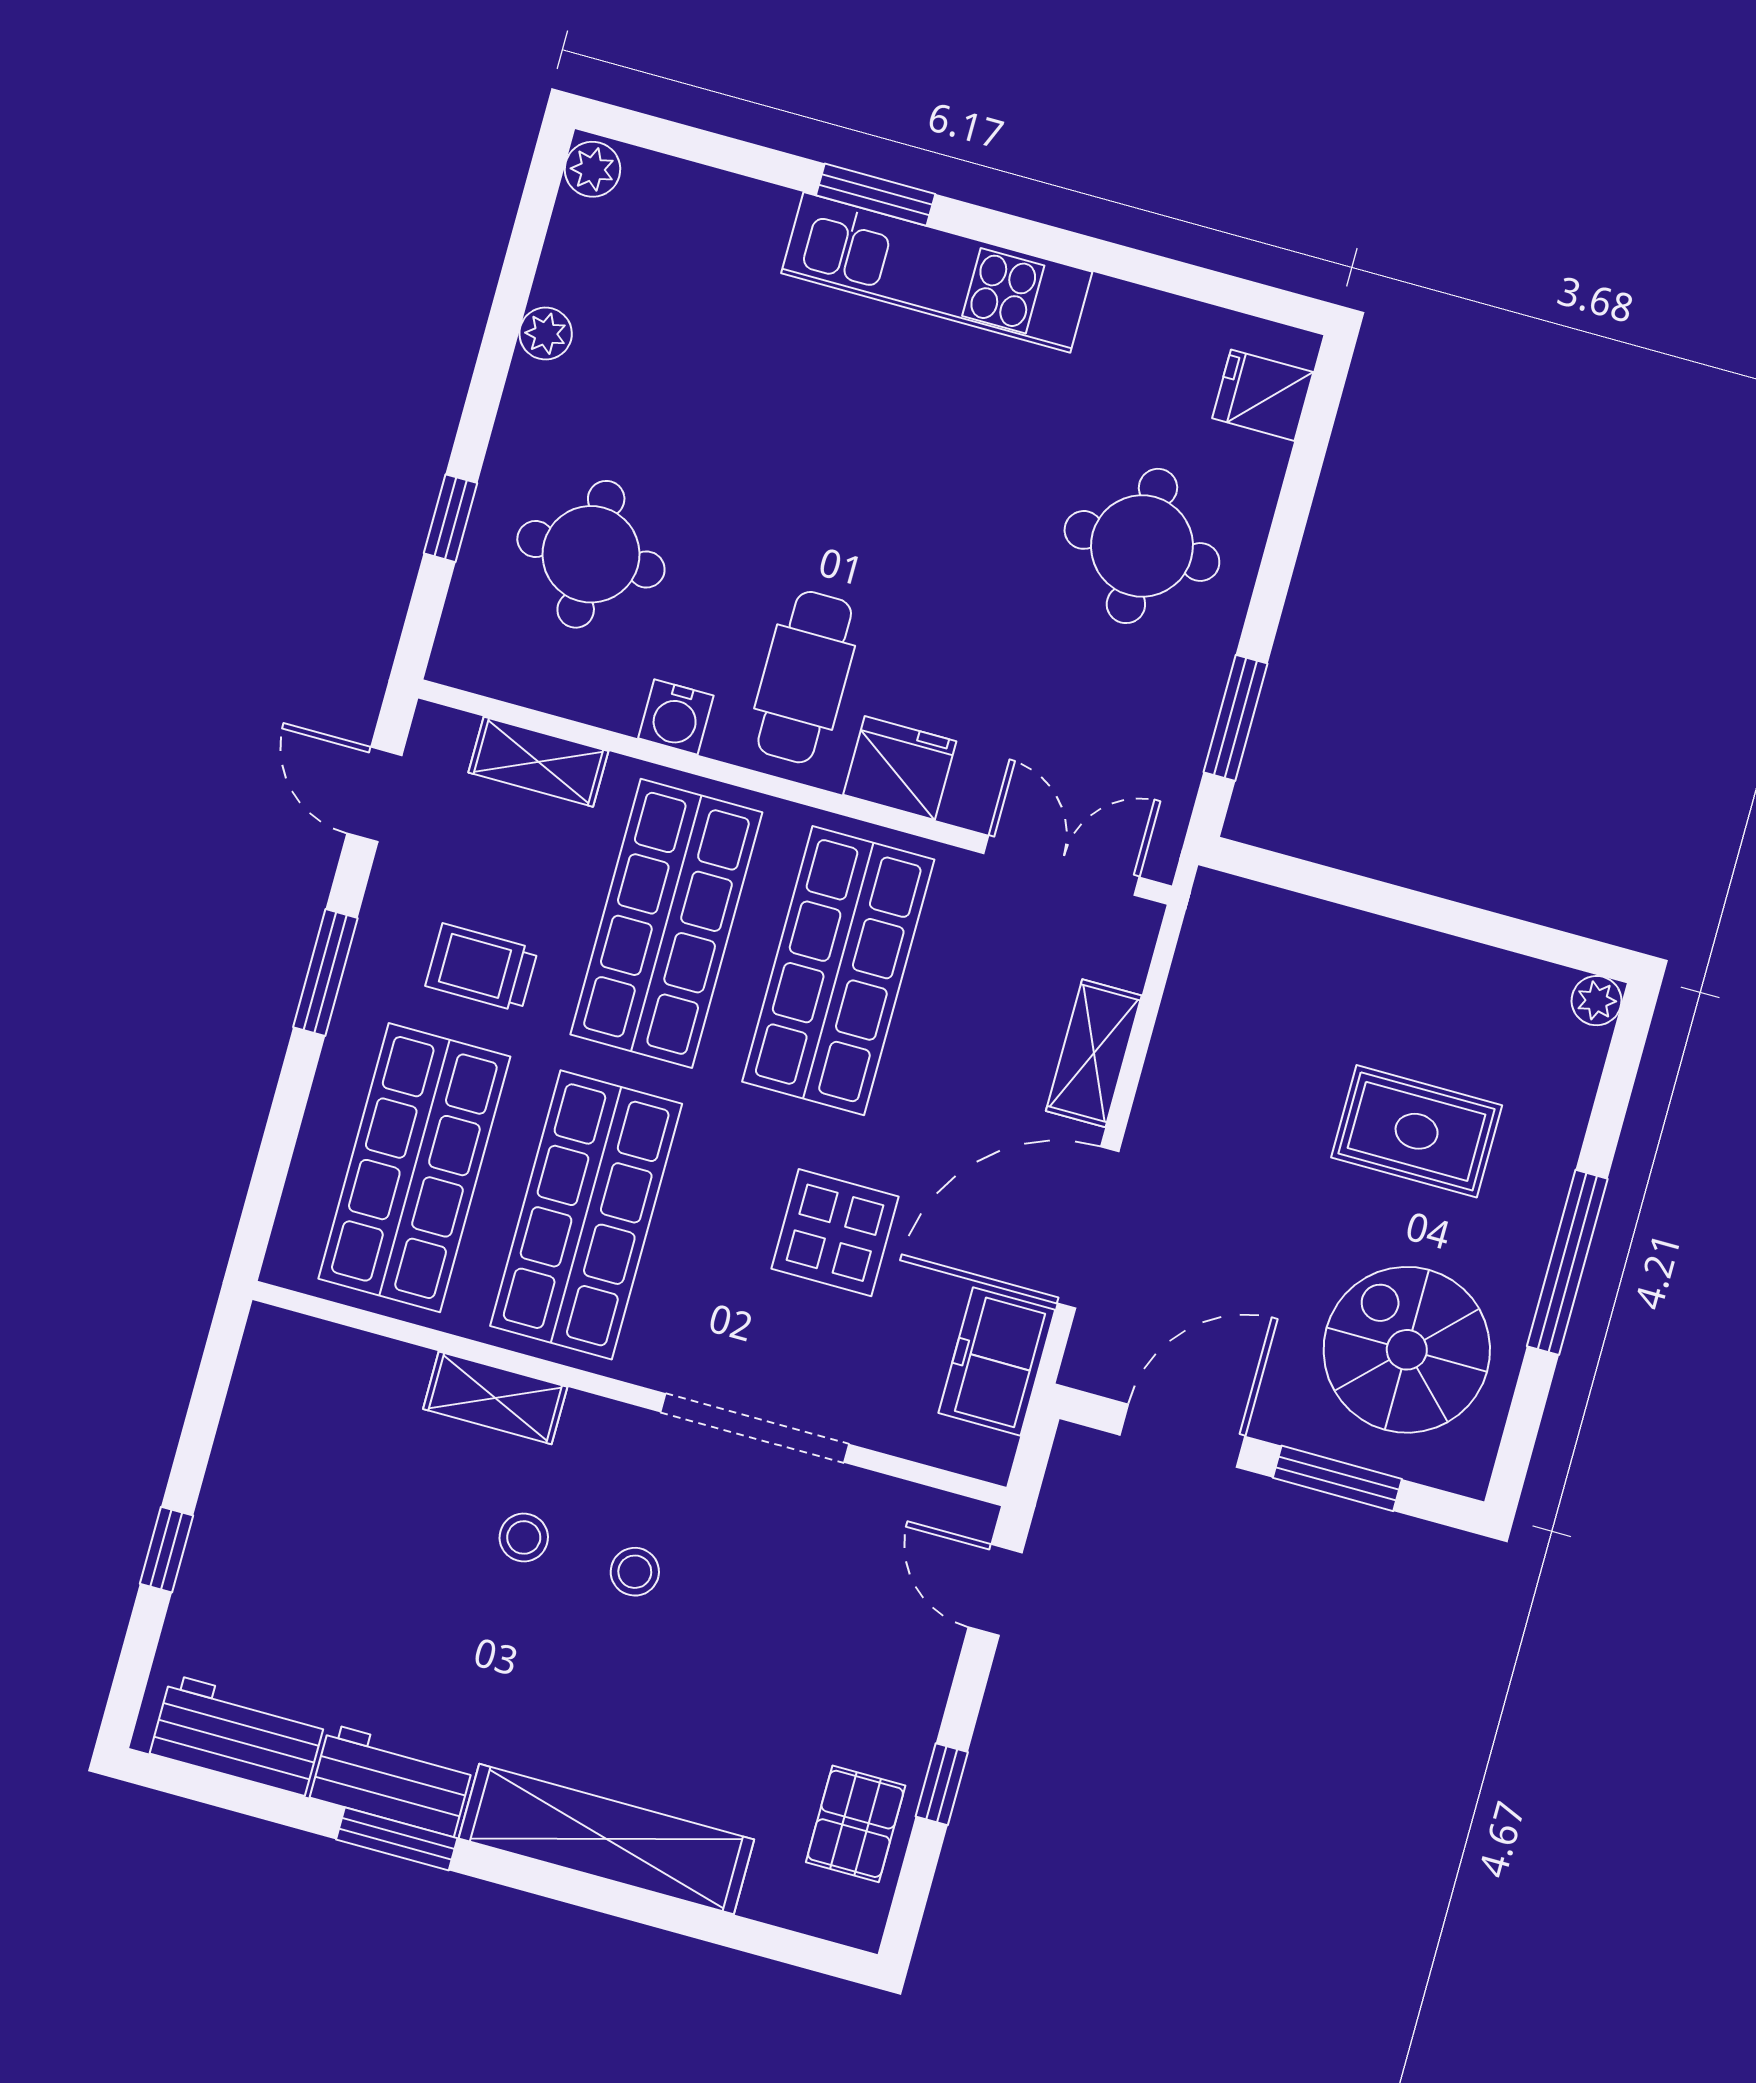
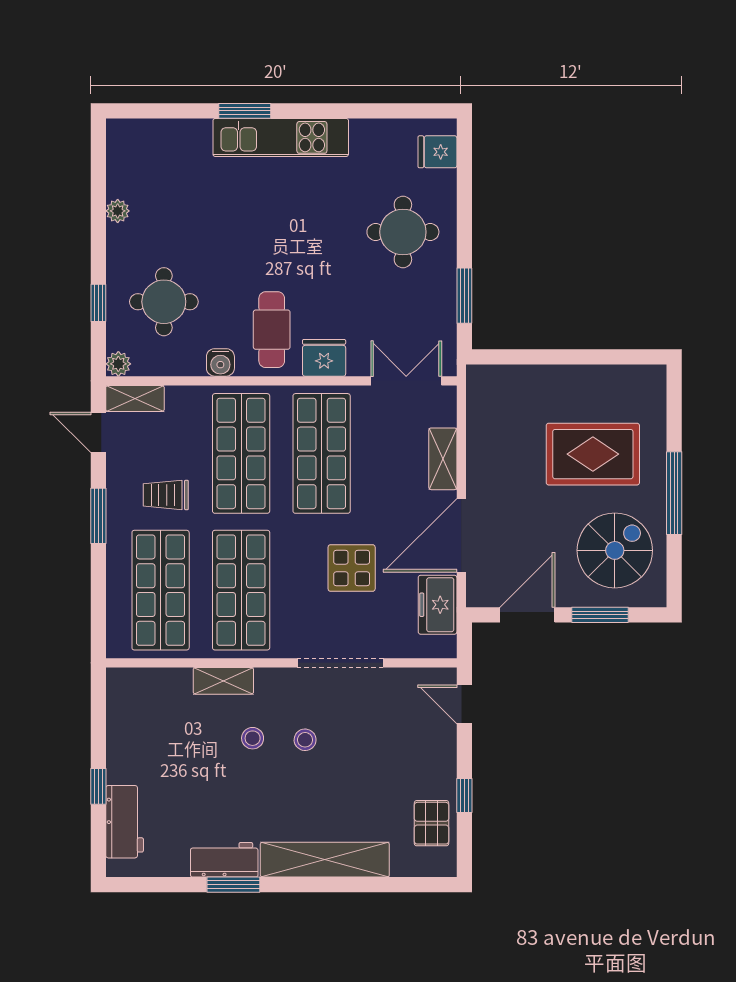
plant: (593, 169) -> (118, 364), moved
shelving: (538, 762) -> (135, 398), moved
plant: (1596, 1001) -> (656, 376), removed
rug: (1417, 1131) -> (593, 454), width x1.36, depth x1.43
spiral stairs: (1407, 1350) -> (615, 550), turned 90
workbench: (238, 1735) -> (125, 822), moved, turned 90

